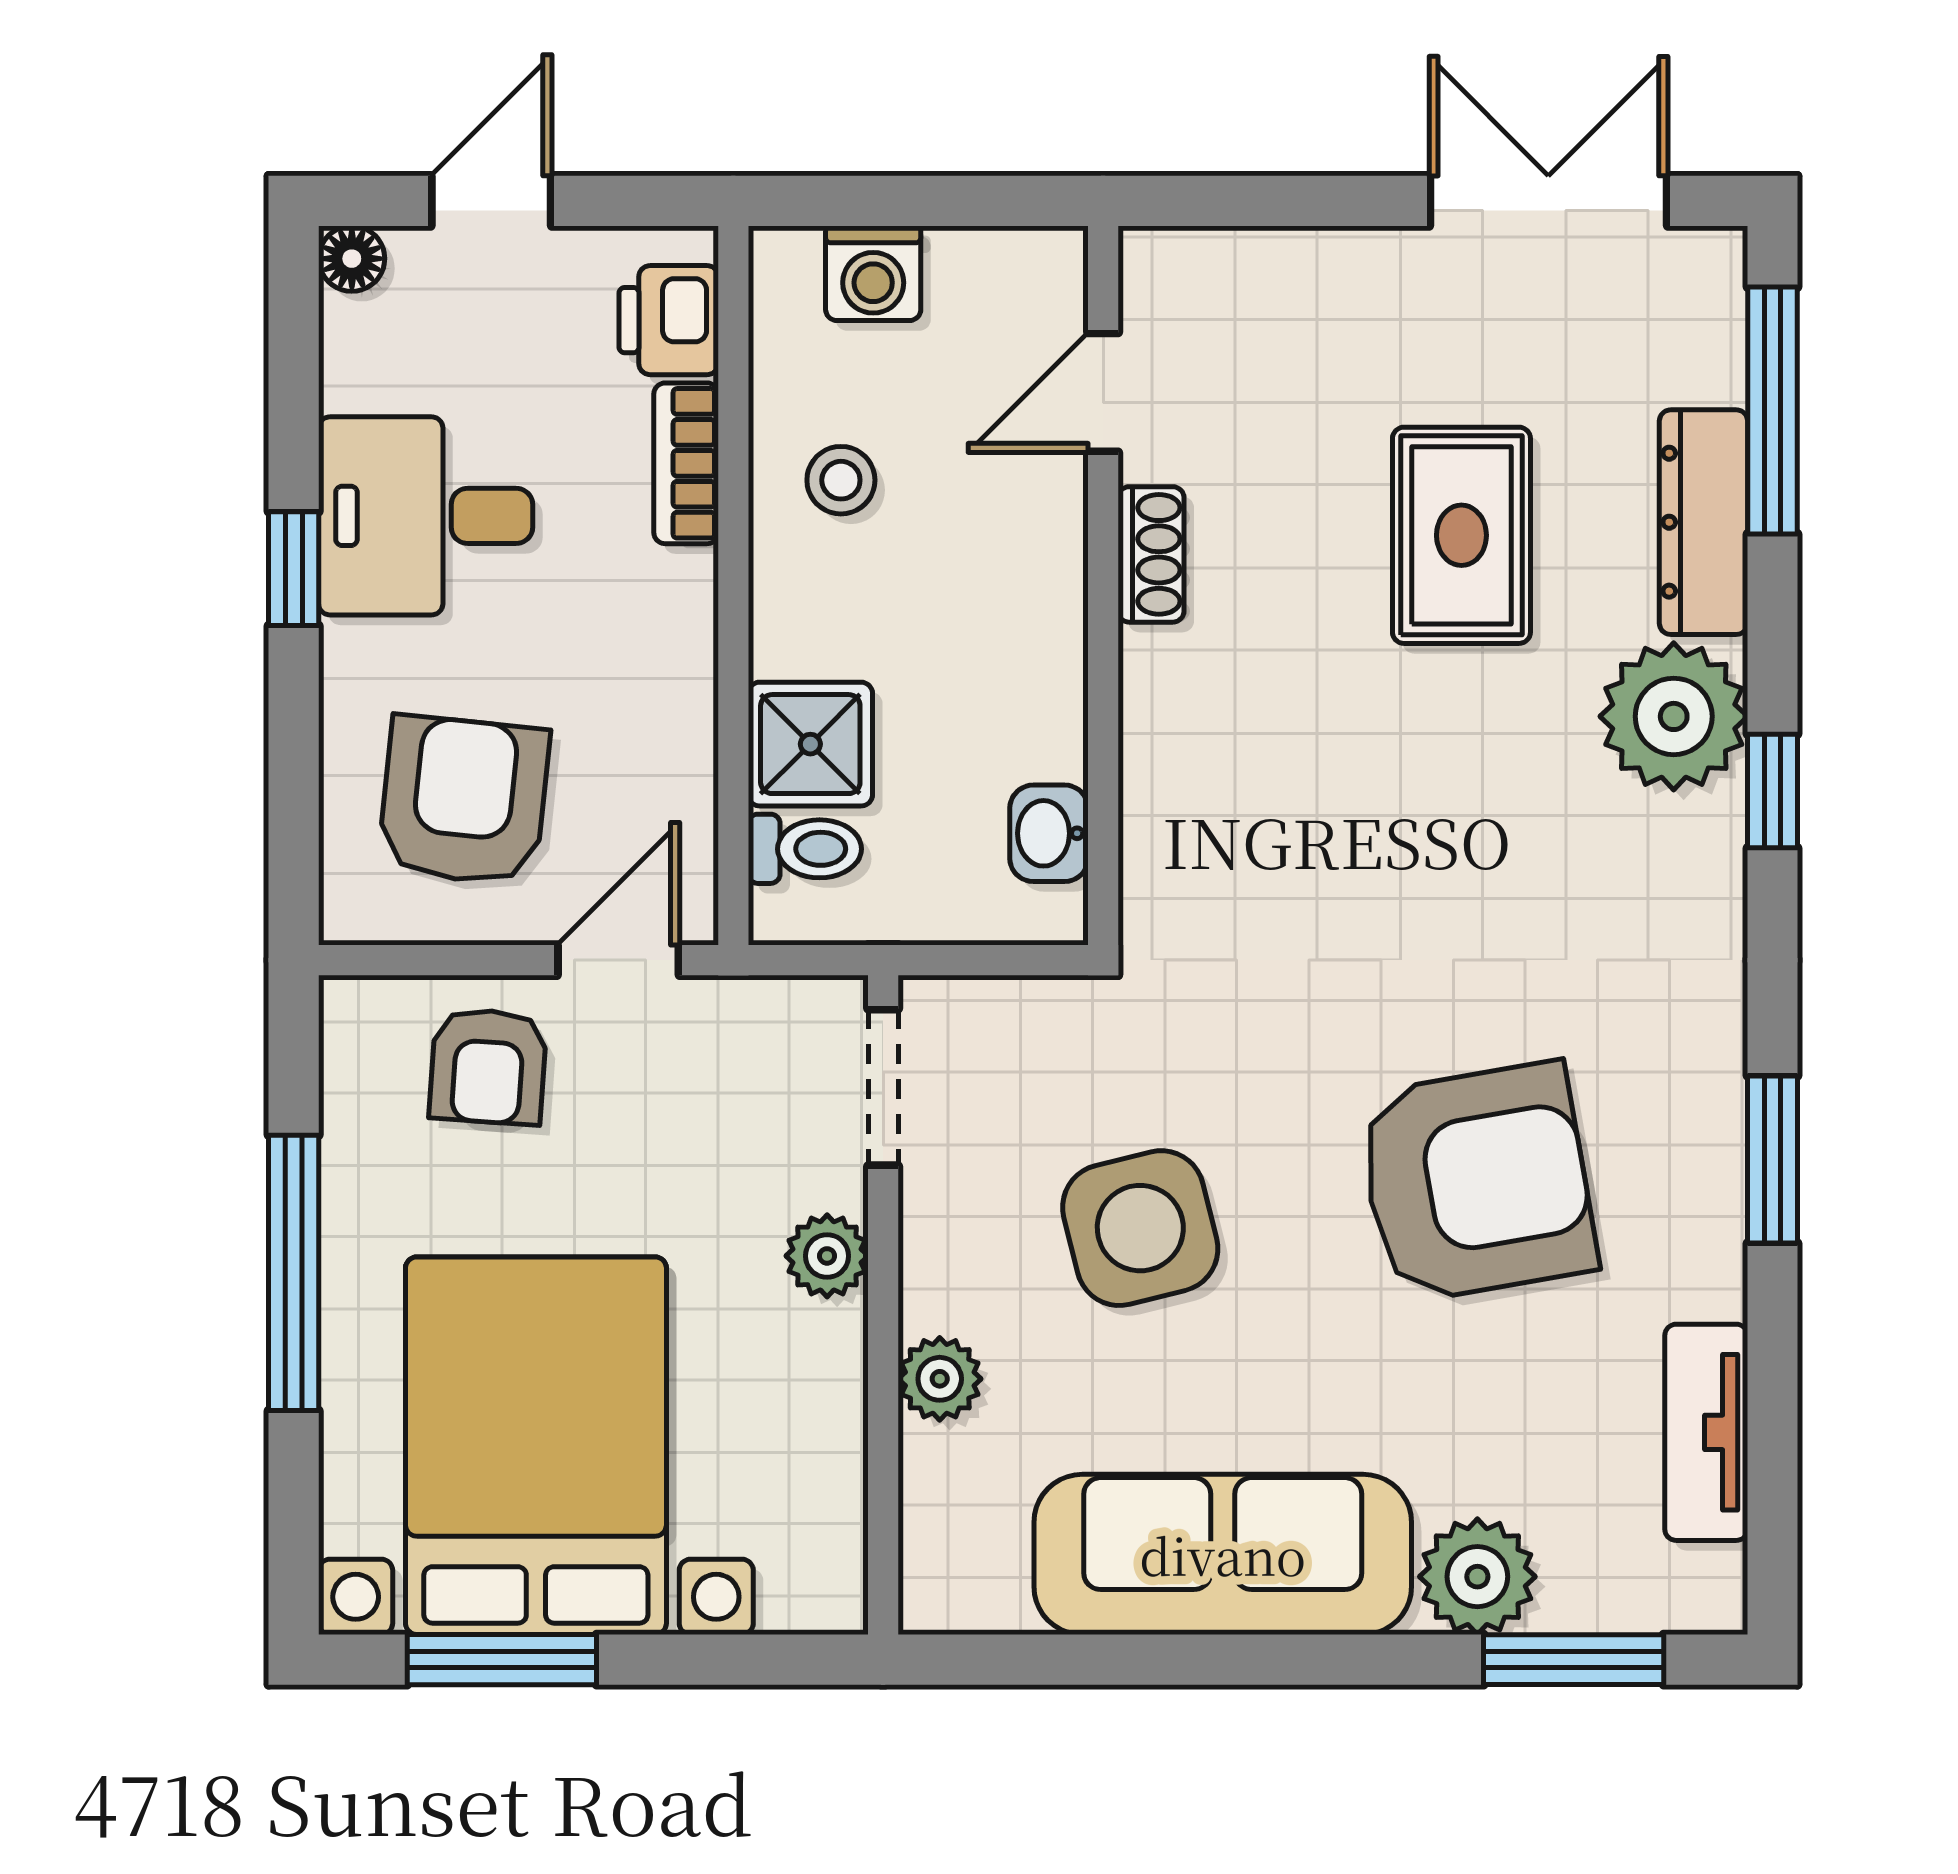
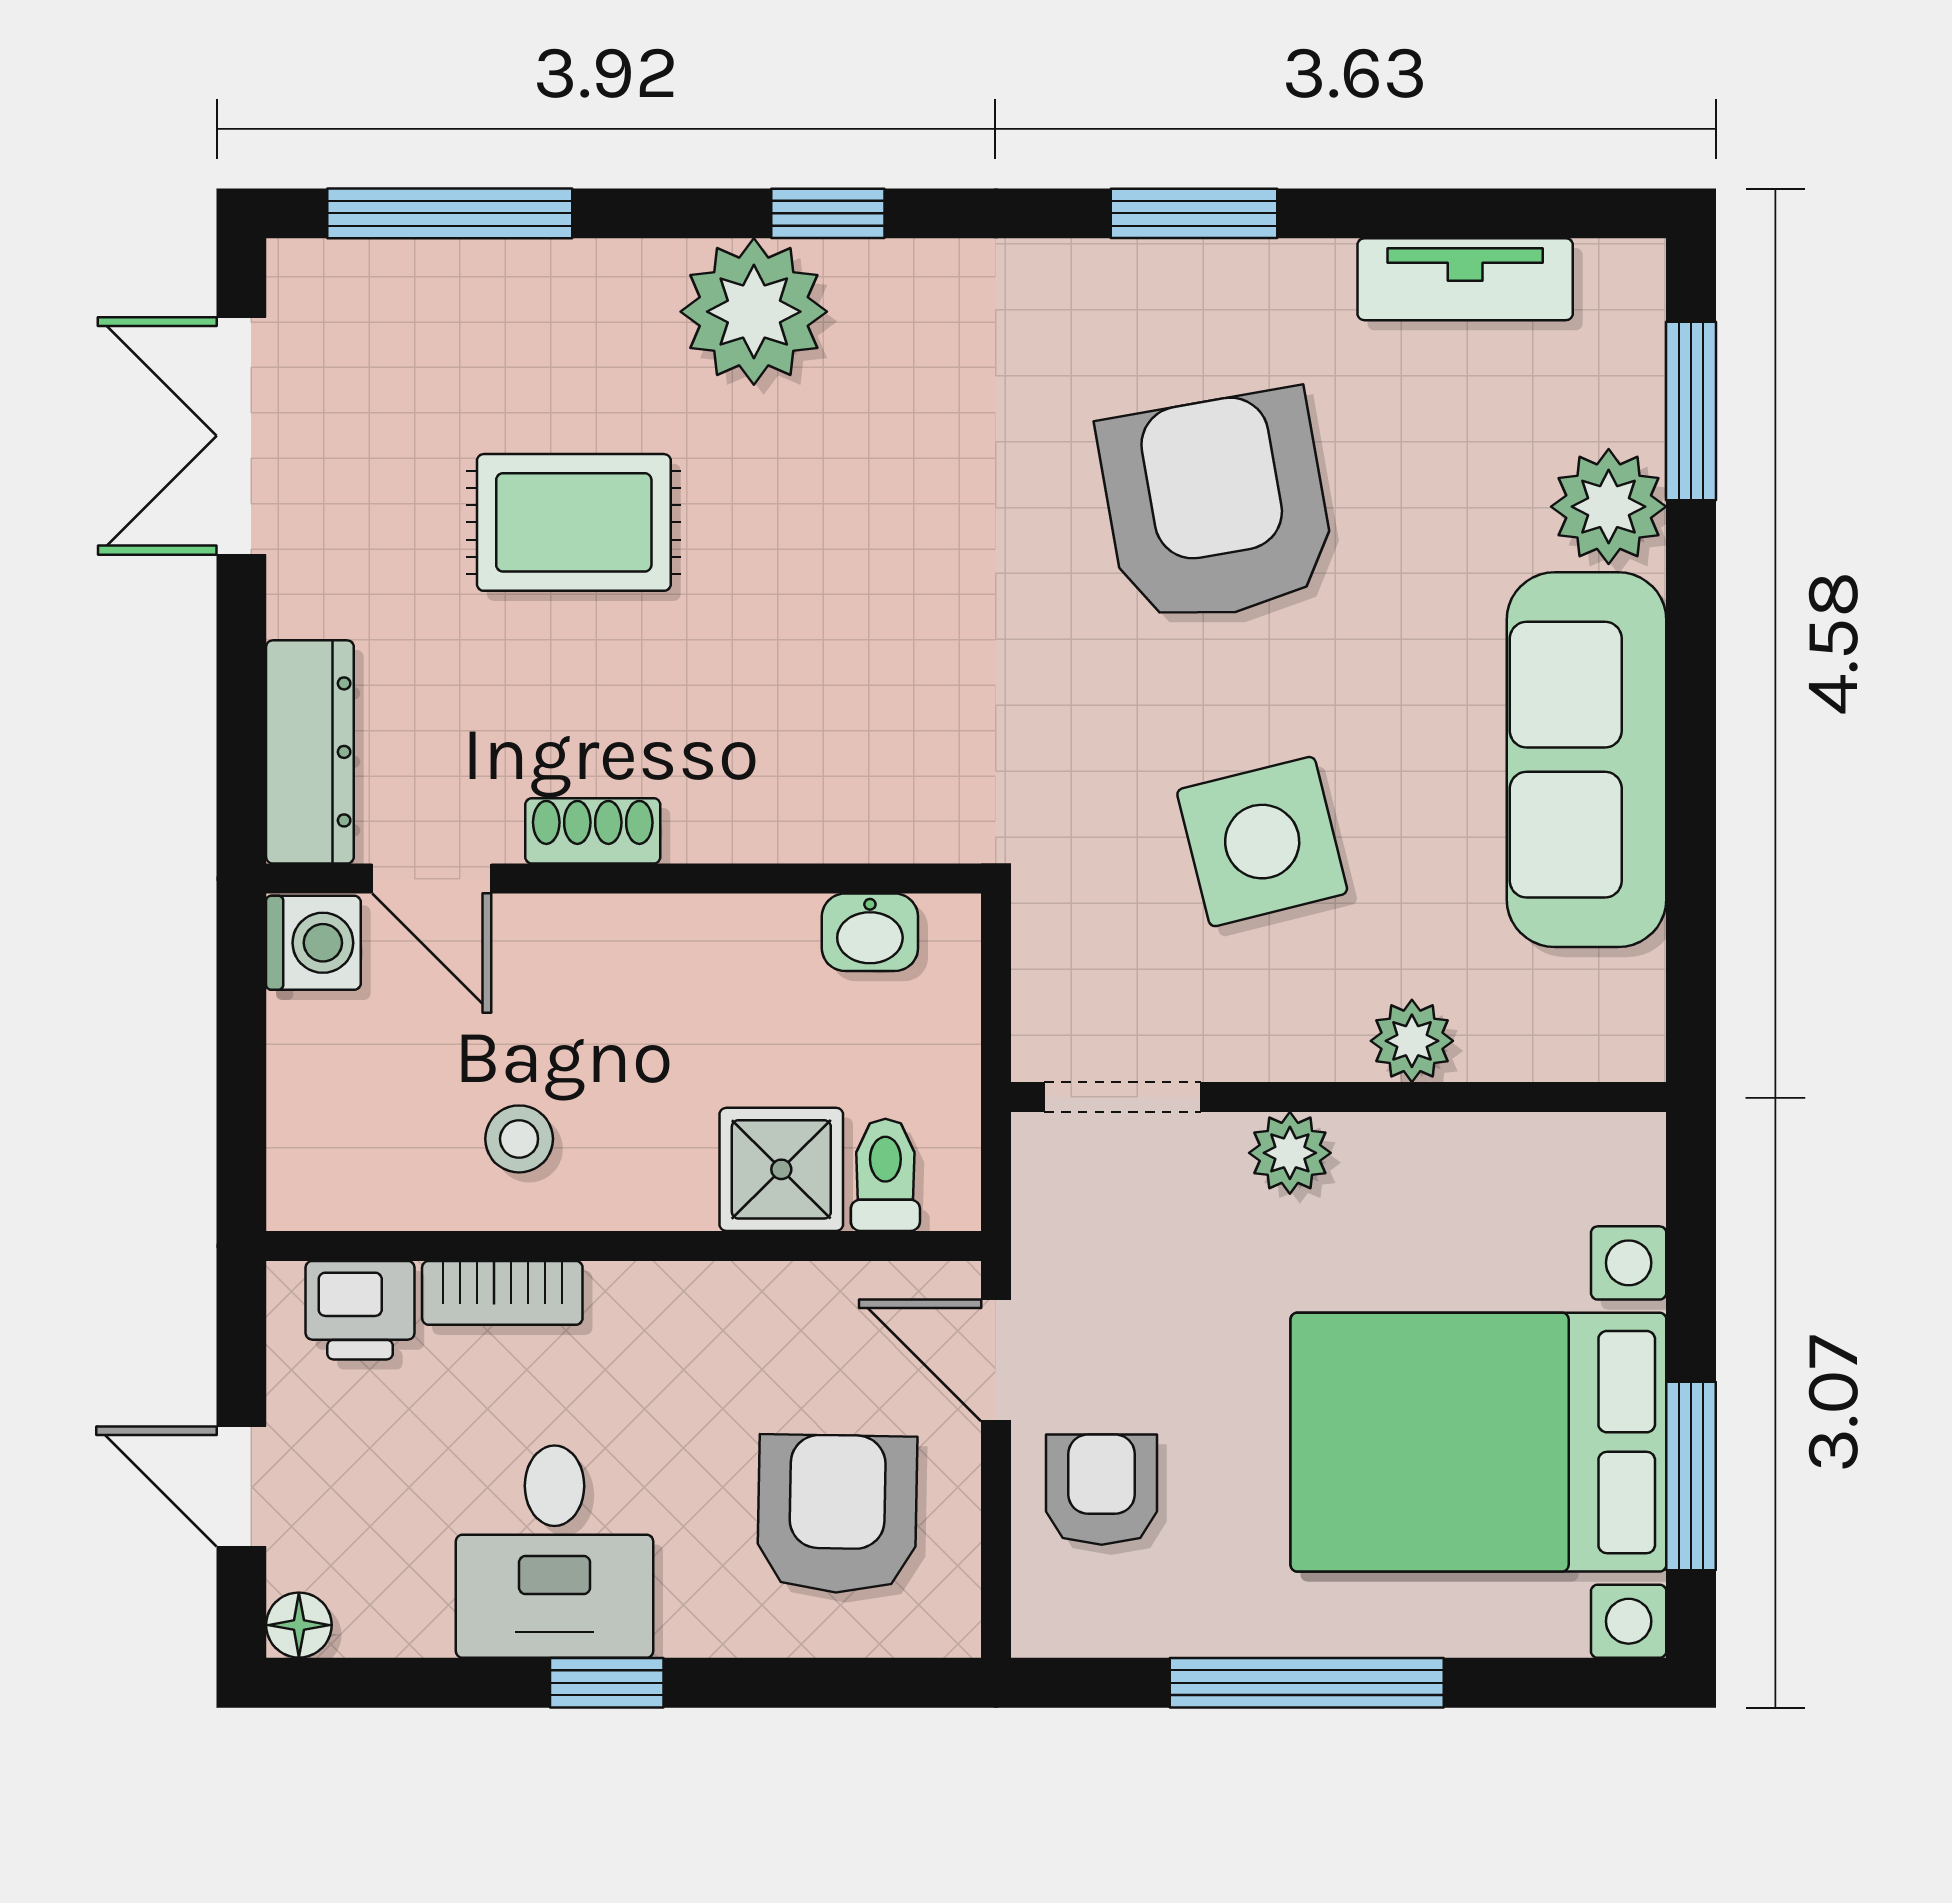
washing machine: (873, 273) -> (313, 943), moved
dresser: (1704, 522) -> (310, 752), moved, turned -90
armchair: (464, 800) -> (837, 1514), turned 85
armchair: (488, 1066) -> (1102, 1490), turned -94

